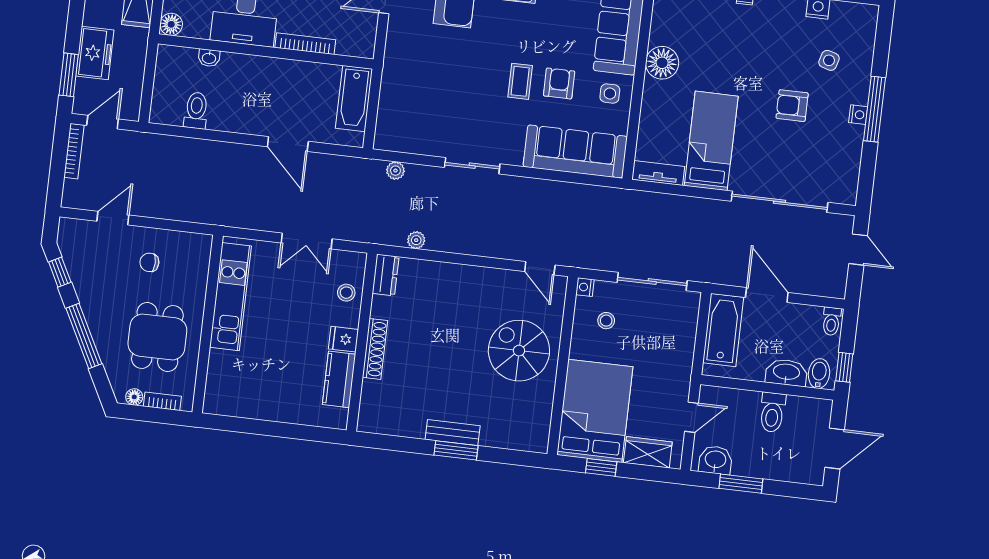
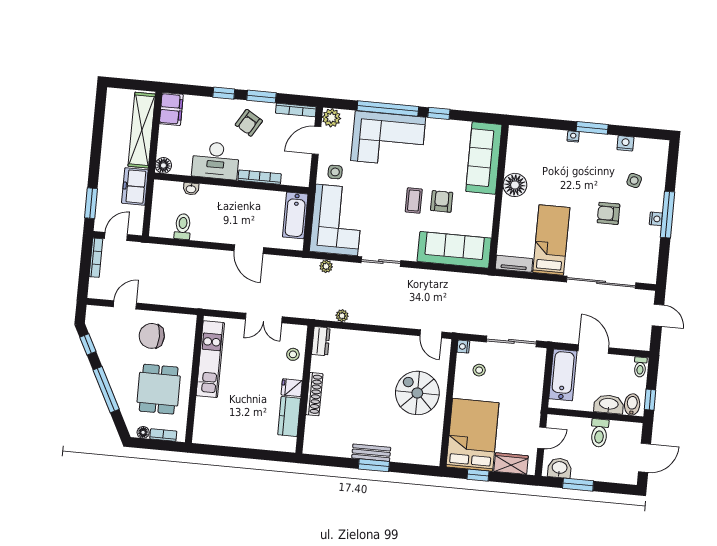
freezer: (95, 53) -> (135, 186), moved, turned 180
side table: (610, 94) -> (335, 172), moved
corner sofa: (412, 106) -> (337, 220), added
chair: (149, 262) -> (152, 336), width x1.87, depth x1.87

